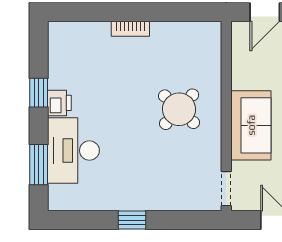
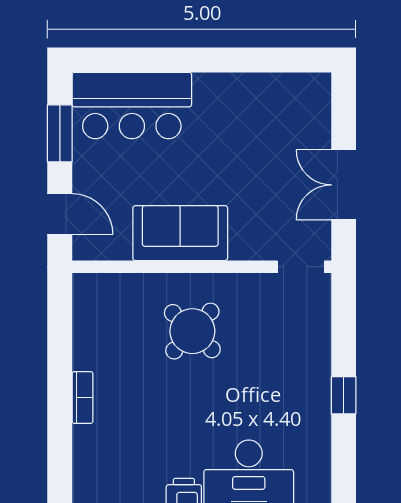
sofa: (251, 125) -> (180, 233), moved

